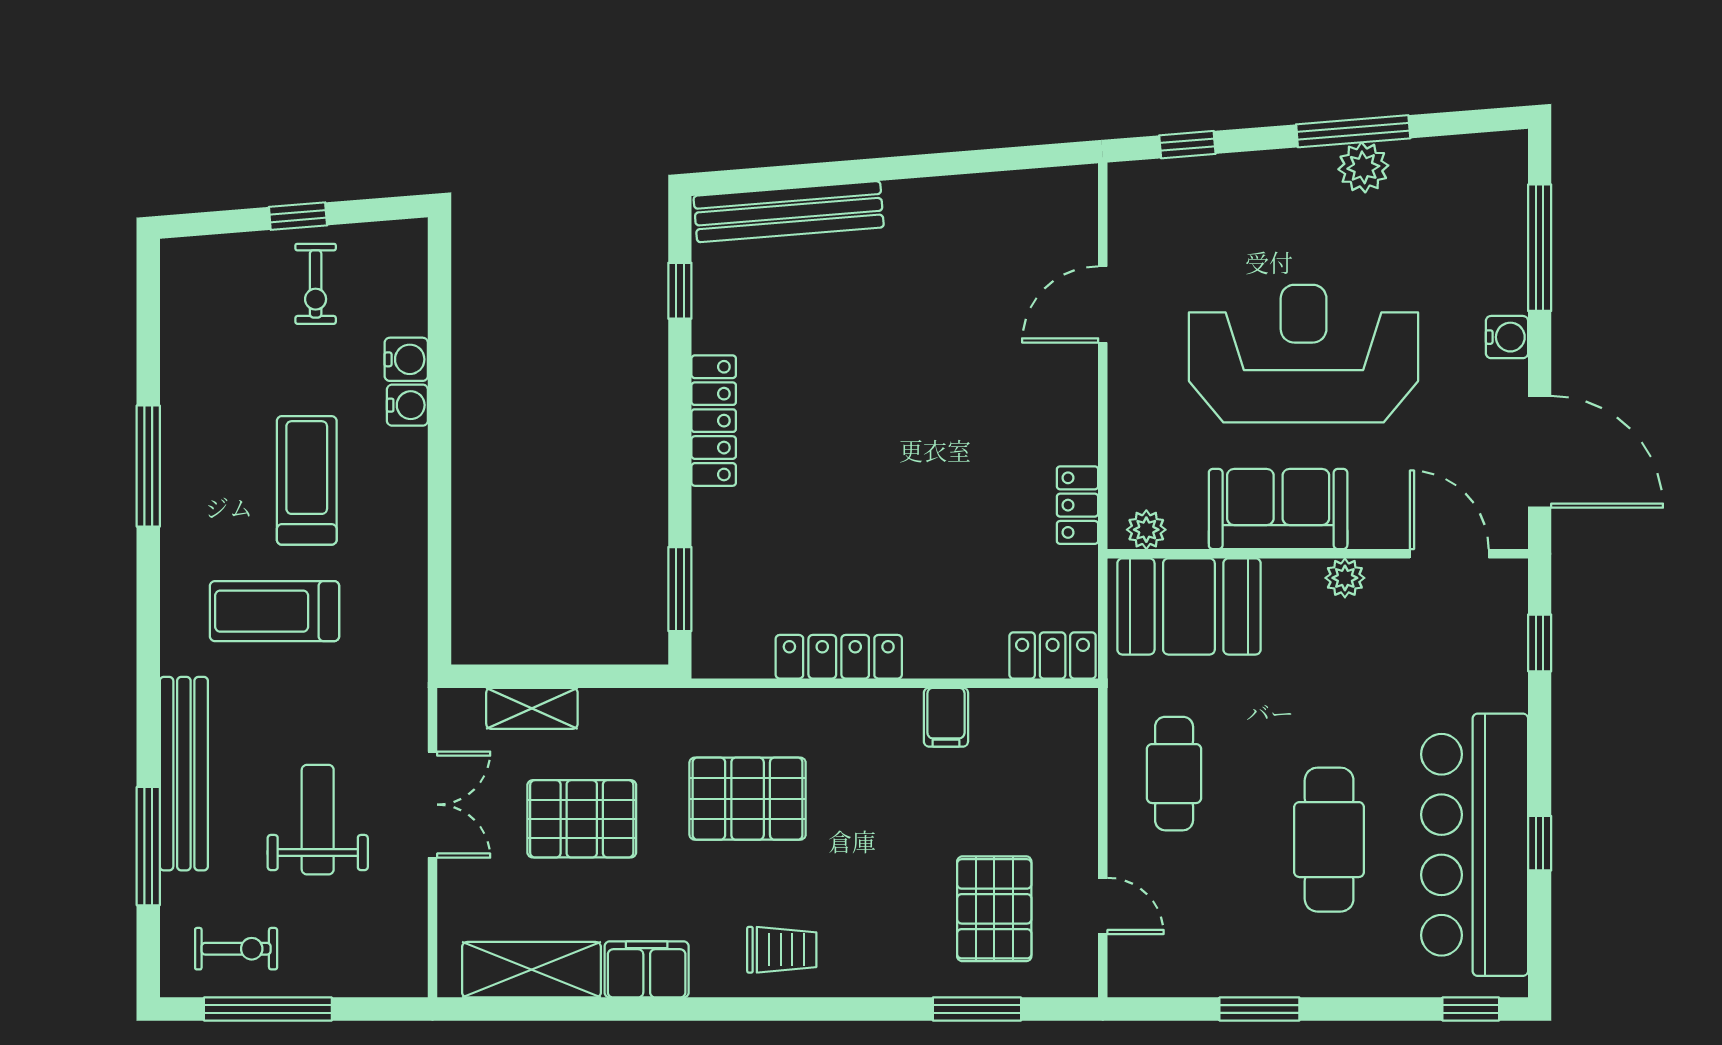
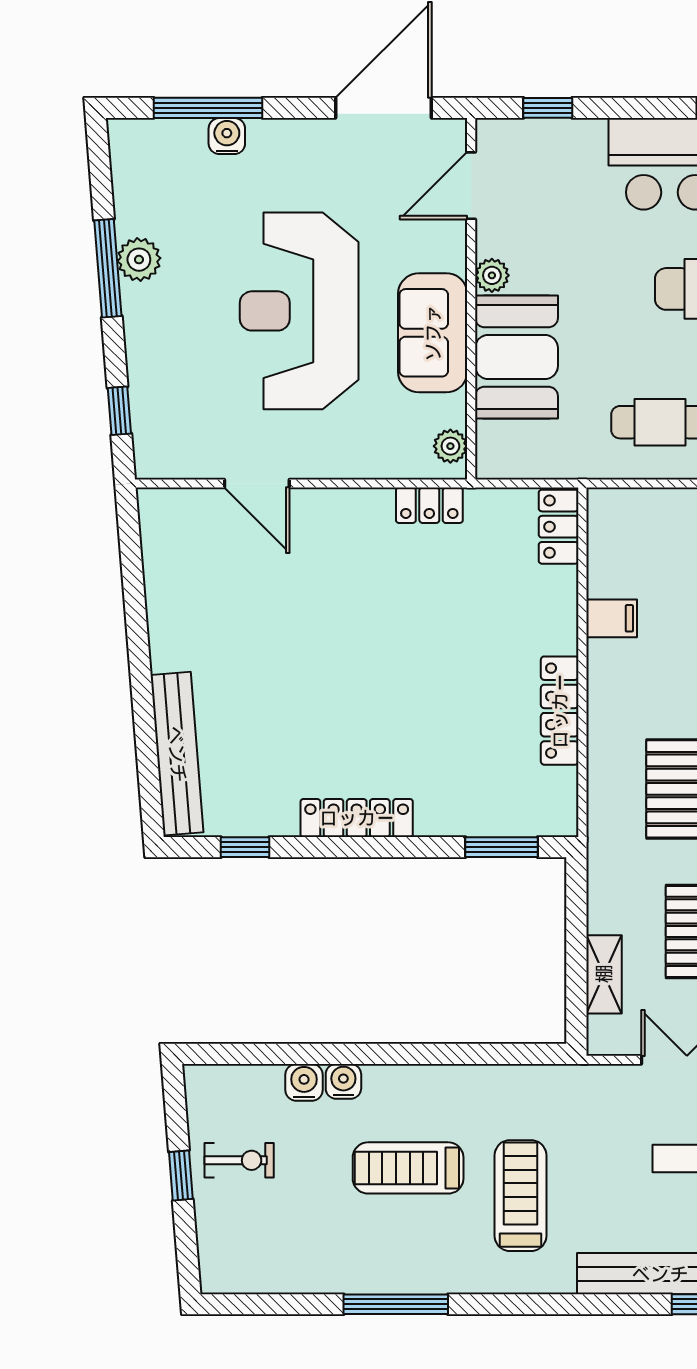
water cooler: (1507, 337) -> (227, 136), moved
booth: (1189, 606) -> (516, 357), moved
treadmill: (275, 611) -> (520, 1196), turned 180

